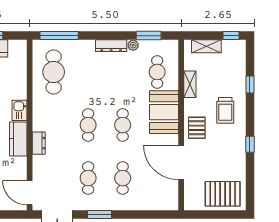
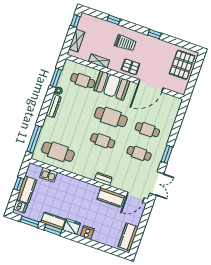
kitchen sink: (19, 110) -> (49, 175), moved
cafe table: (123, 125) -> (111, 117), width x1.37, depth x1.35
kitchen counter: (18, 139) -> (111, 197), moved

